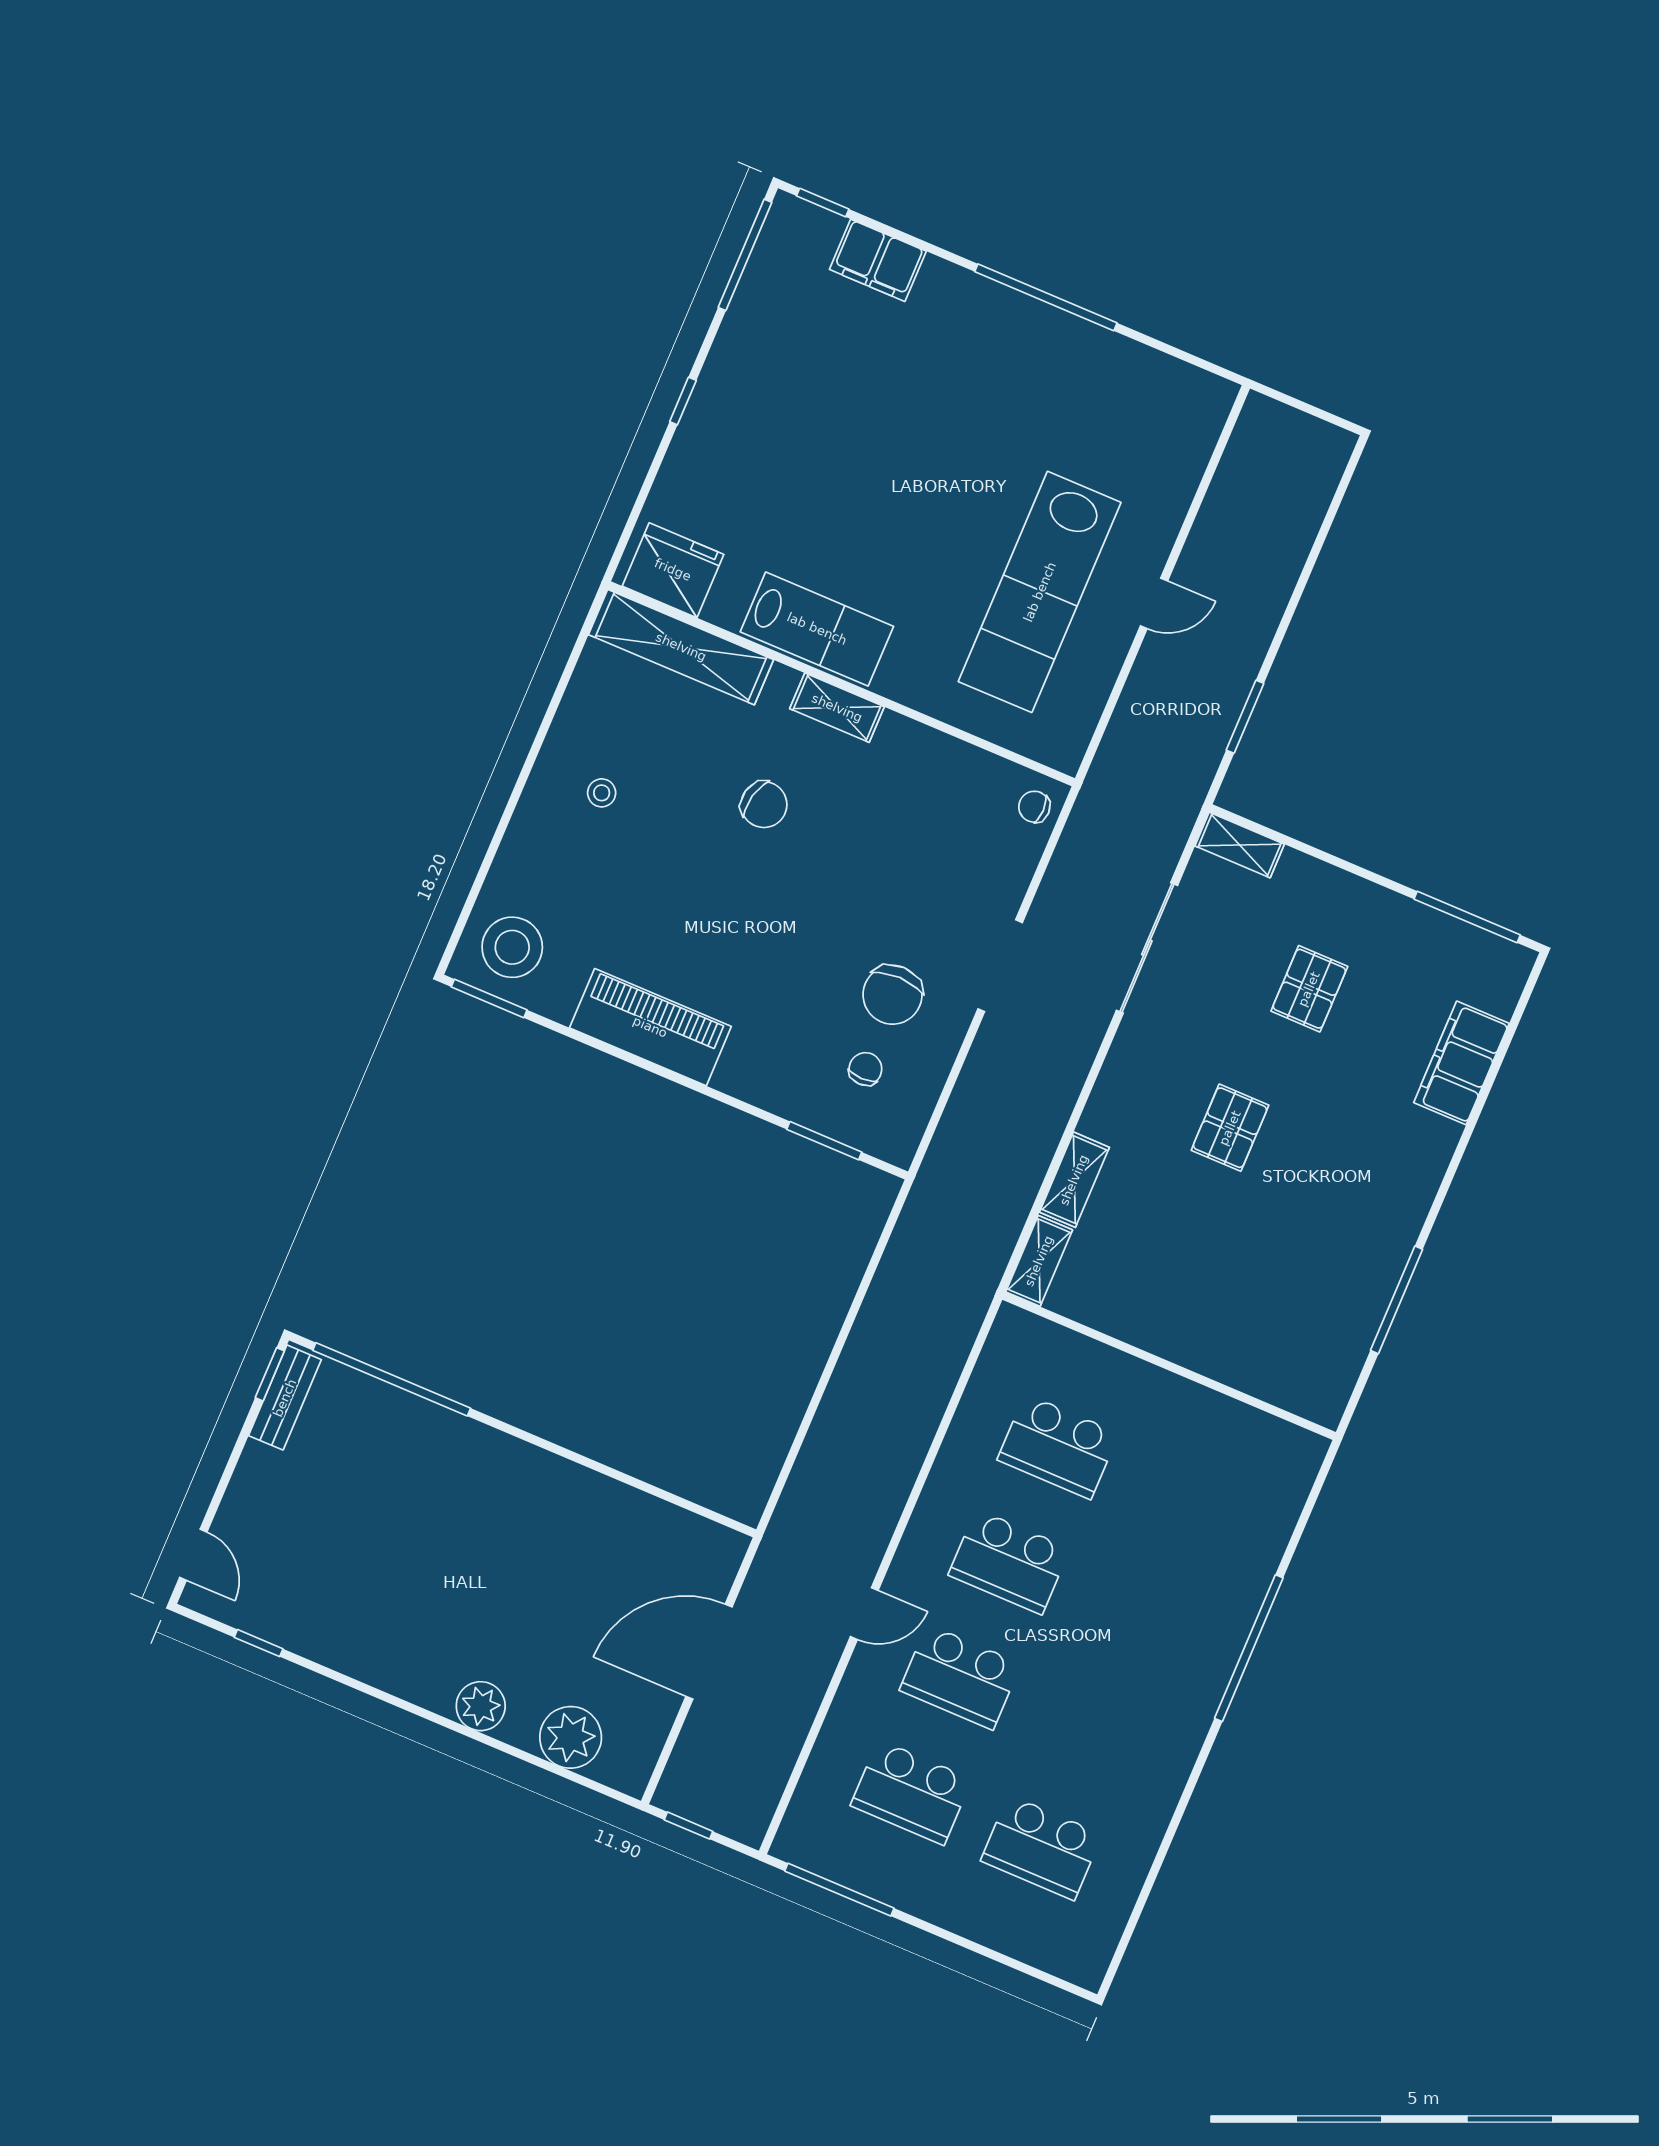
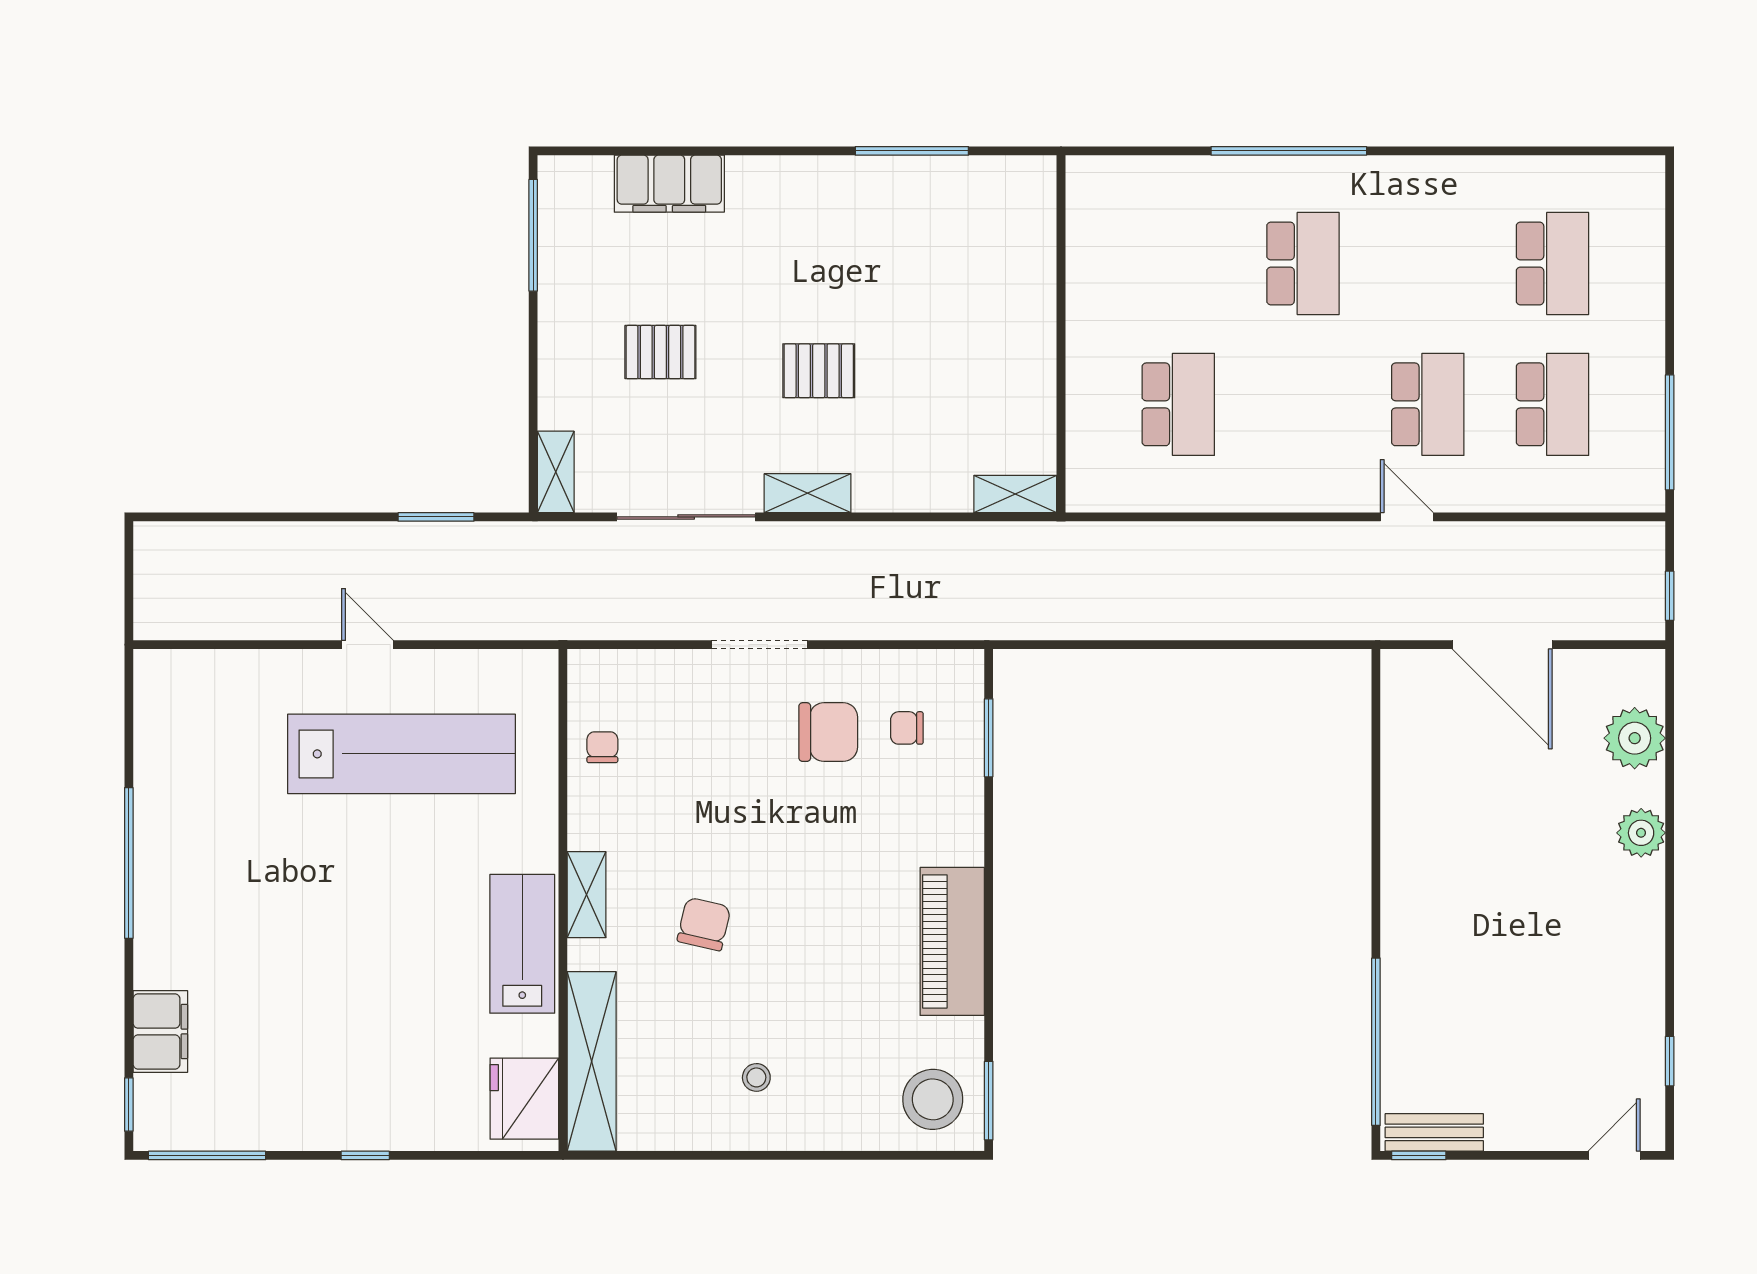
chair: (1034, 807) -> (602, 747), moved, turned 180
shelving: (1074, 1180) -> (808, 493), moved
school desk: (1009, 1562) -> (1303, 263), moved

